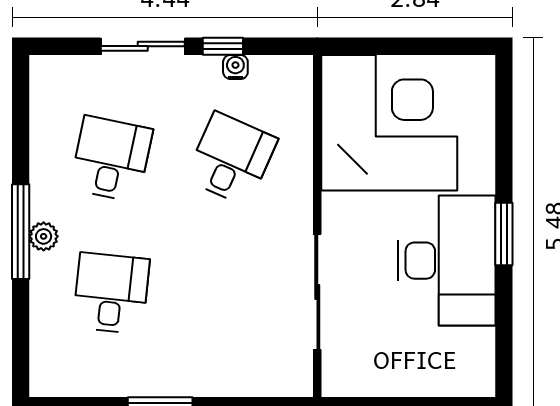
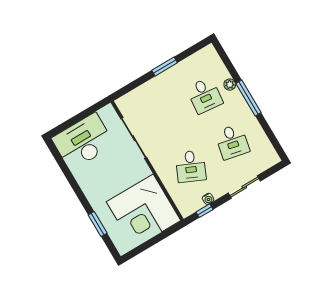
window: (223, 46) -> (205, 211), moved
window: (504, 234) -> (98, 224), moved
plant: (44, 236) -> (230, 85), moved
desk: (447, 261) -> (83, 142), moved, turned 90

